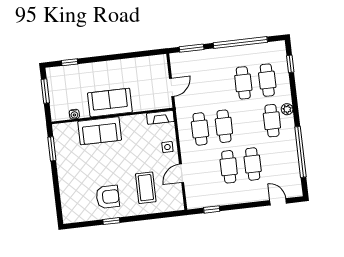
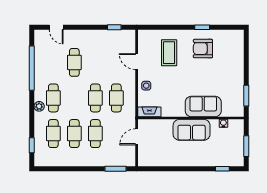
window: (240, 42) -> (73, 169), removed
cafe table: (229, 167) -> (95, 134), moved
door: (182, 173) -> (137, 62), swing flipped

